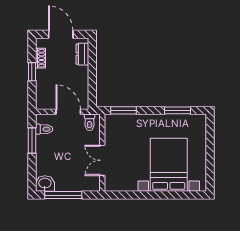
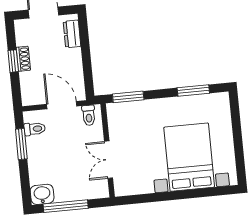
shoe rack: (40, 58) -> (23, 59), moved

